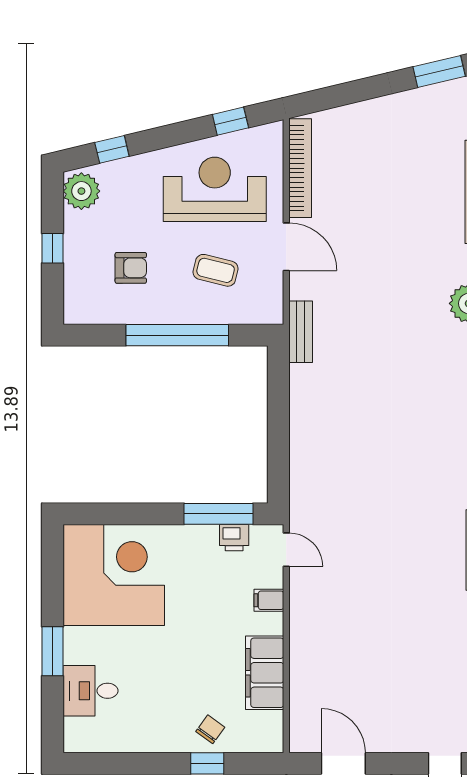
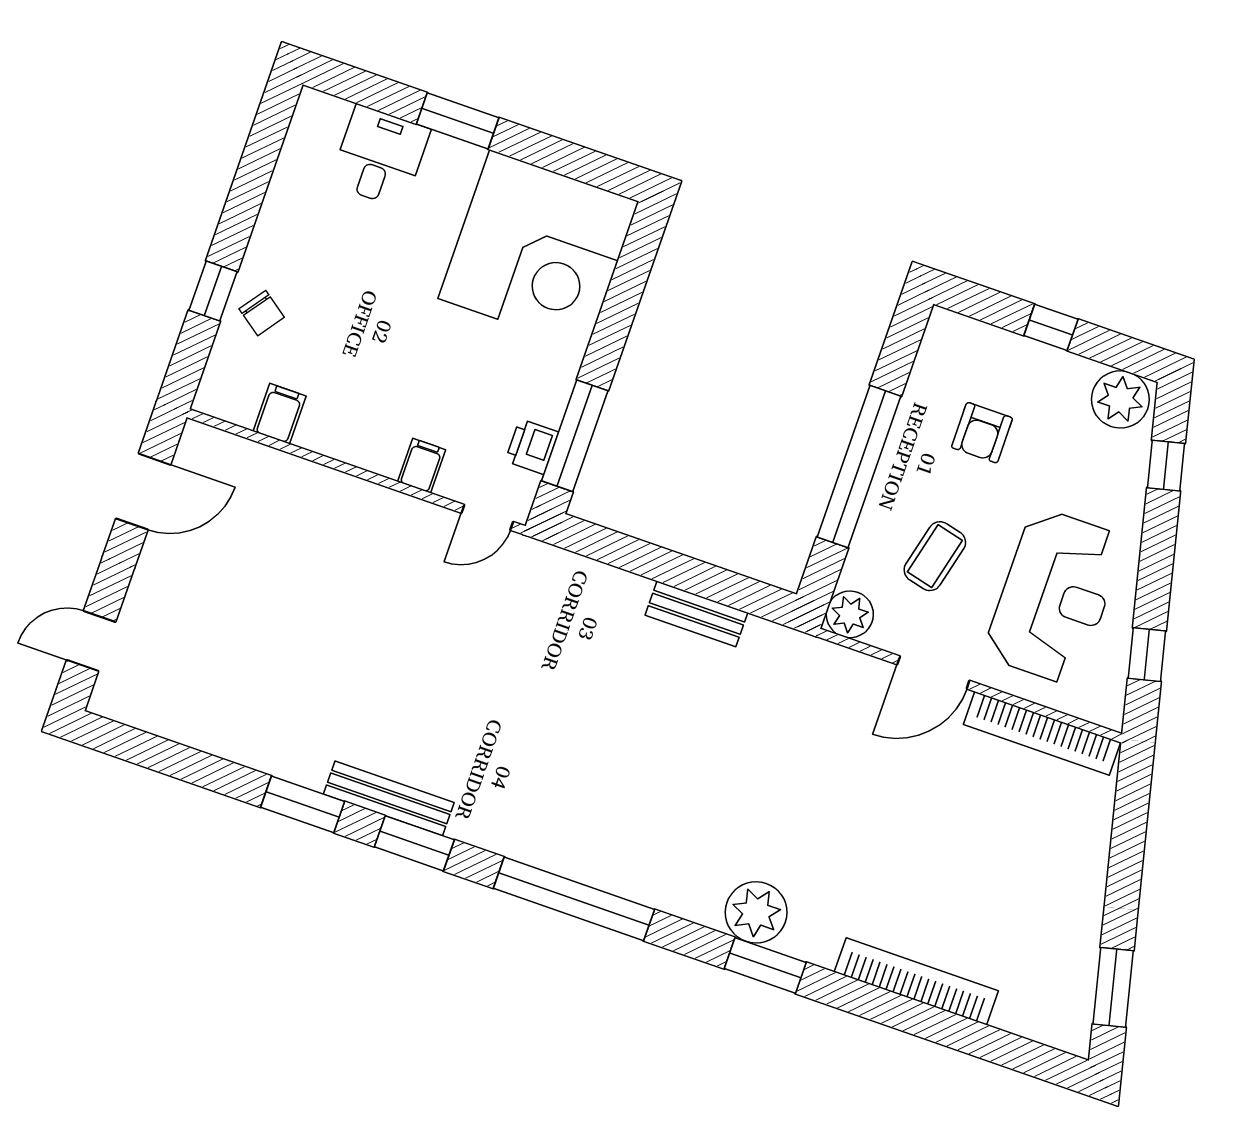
plant: (269, 310) -> (850, 614), added
bench: (301, 332) -> (696, 614), moved
filing cabinet: (265, 673) -> (280, 414), width x0.33, depth x0.86

